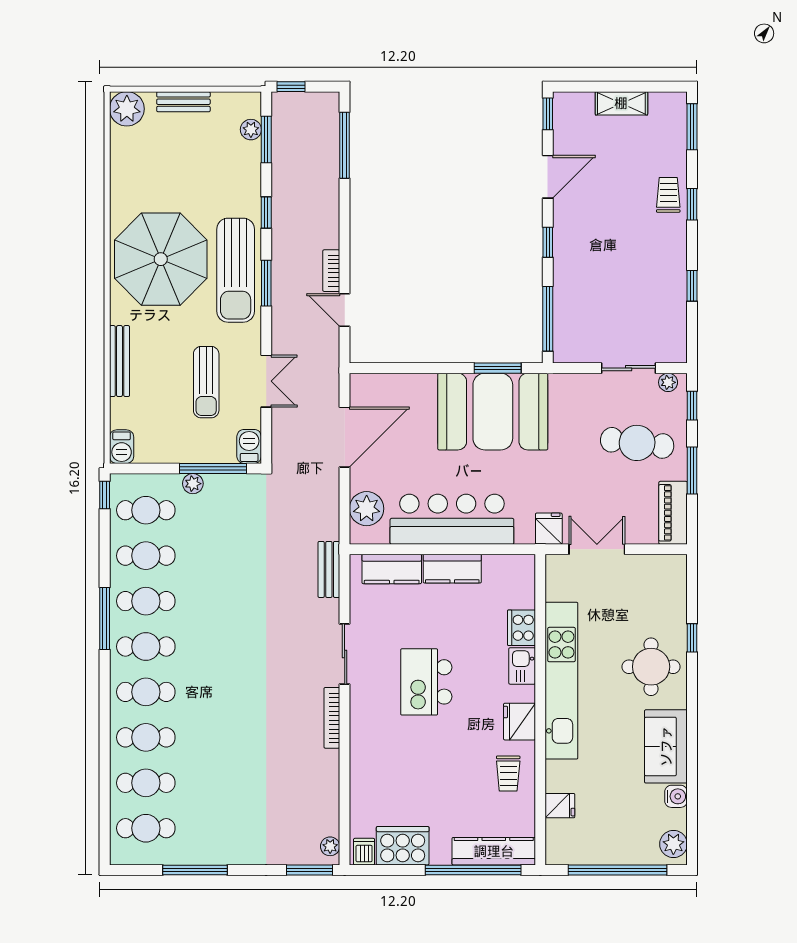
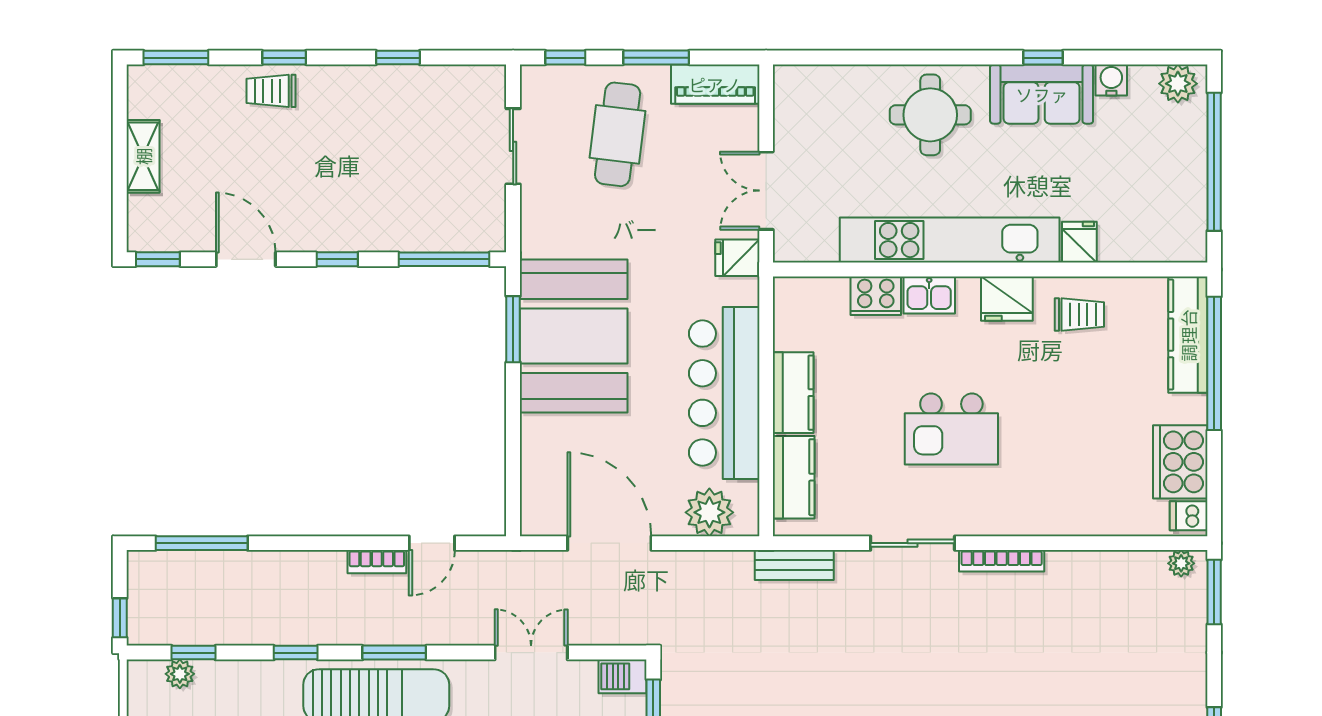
window: (266, 139) -> (194, 653), width x0.67
plant: (668, 382) -> (533, 91), removed
window: (692, 638) -> (1043, 58), moved
fridge: (560, 806) -> (1079, 242), moved

